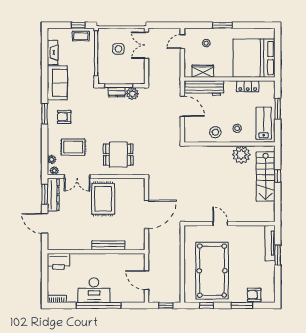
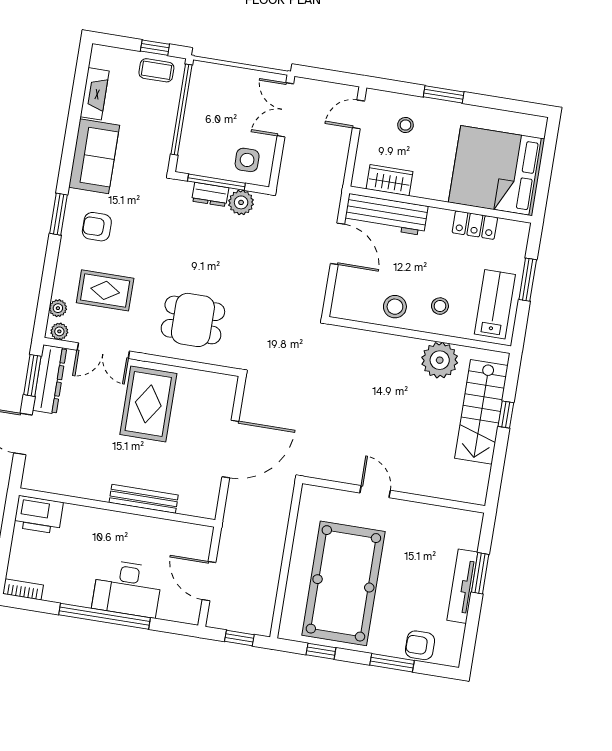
side table: (118, 49) -> (247, 160), moved
tv unit: (270, 243) -> (462, 586), moved
desk: (94, 290) -> (127, 588), moved

